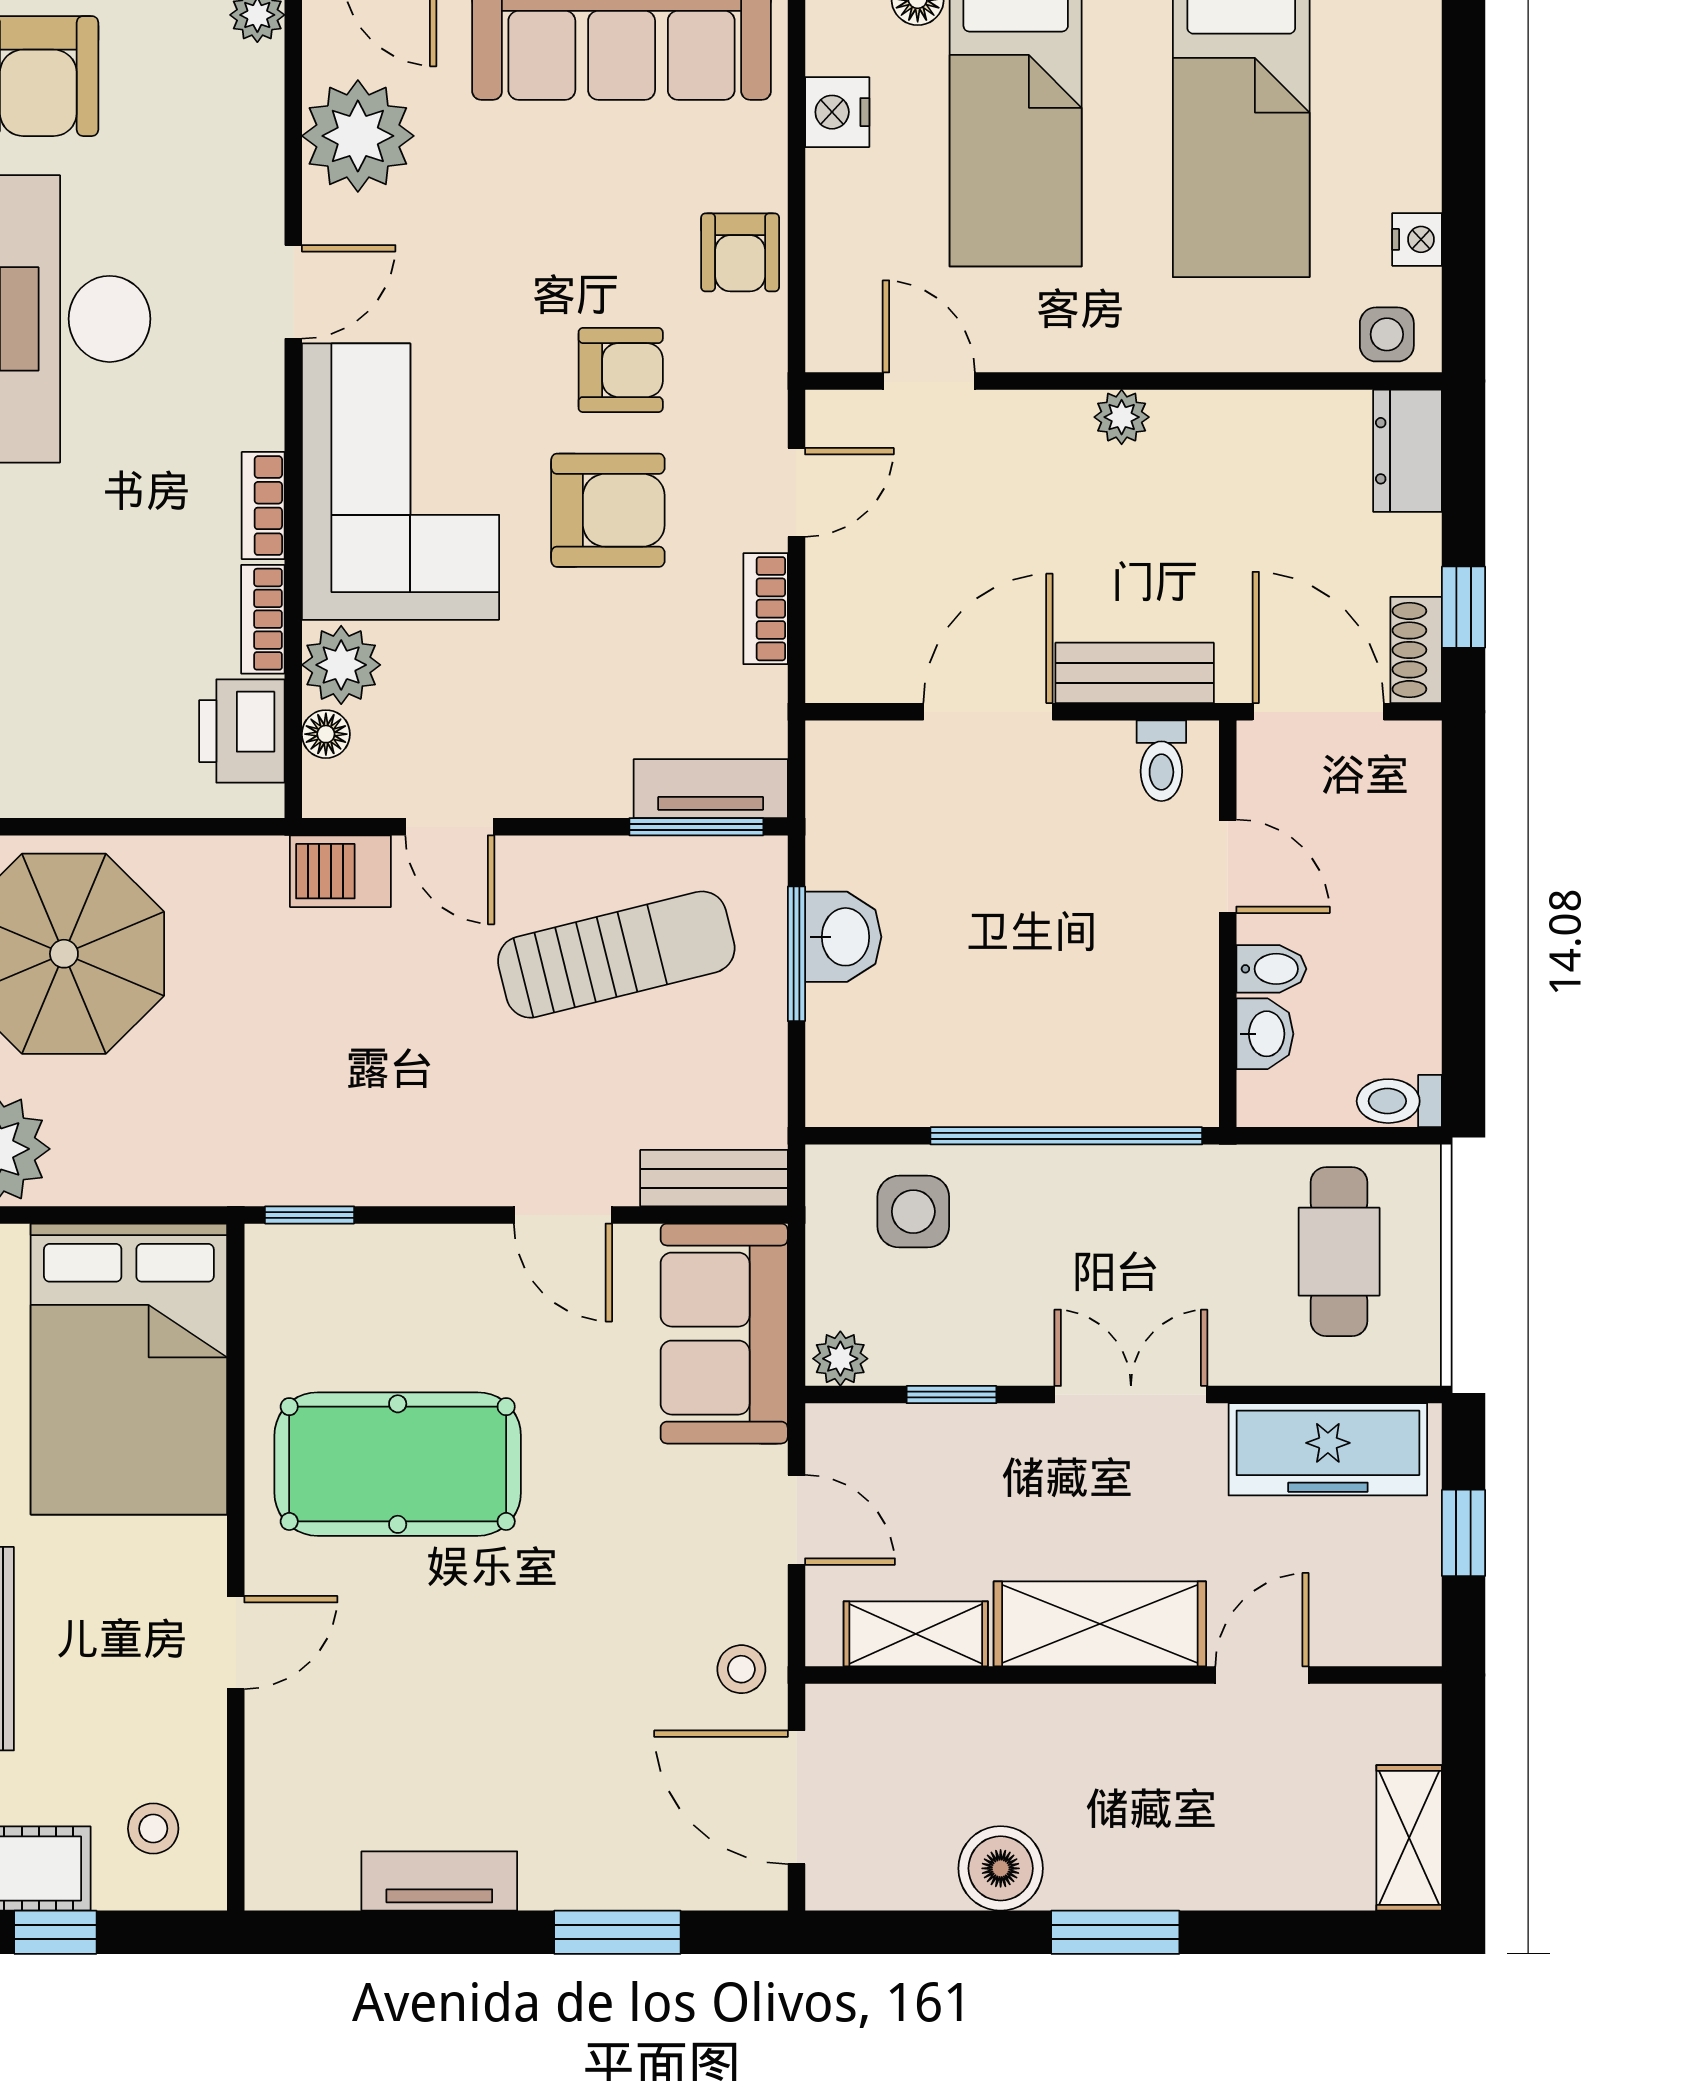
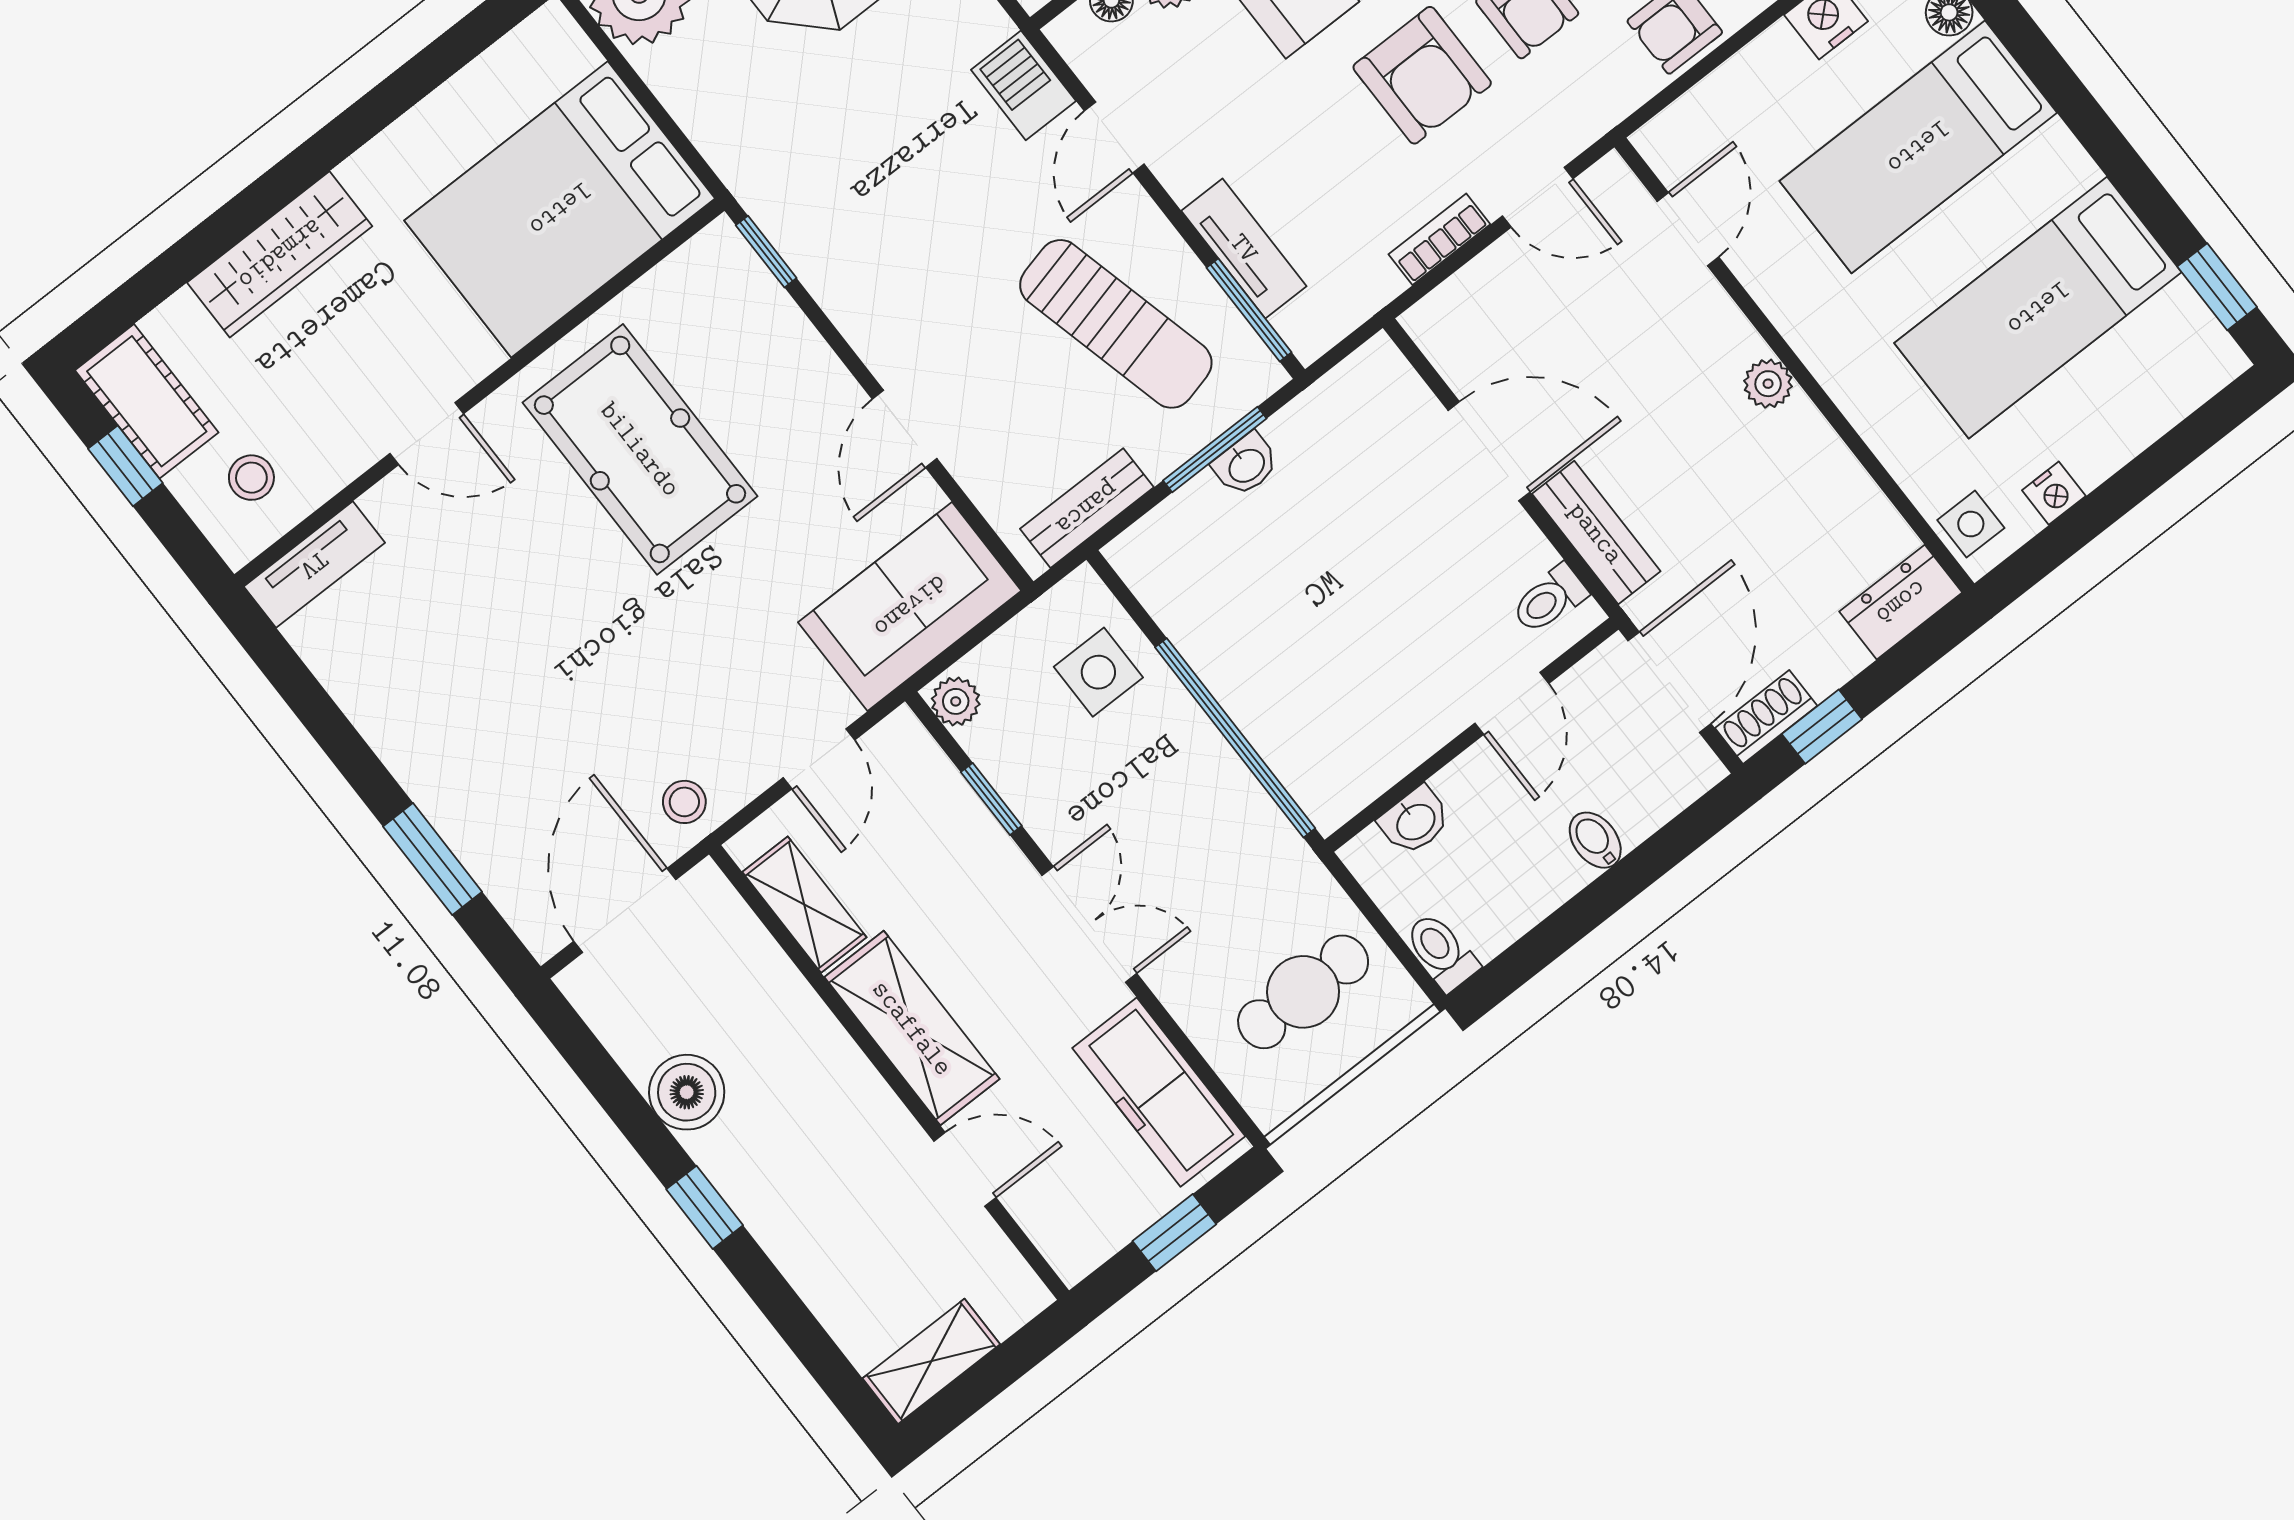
tv unit: (711, 789) -> (1244, 248), moved
washbasin: (843, 937) -> (1246, 465), width x0.72, depth x0.69
bidet: (1271, 969) -> (1595, 840), moved, turned 180
bench: (714, 1178) -> (1087, 508), moved, turned 90
tv unit: (439, 1881) -> (314, 565), moved, turned 90
window: (1115, 1932) -> (705, 1207), width x0.67

